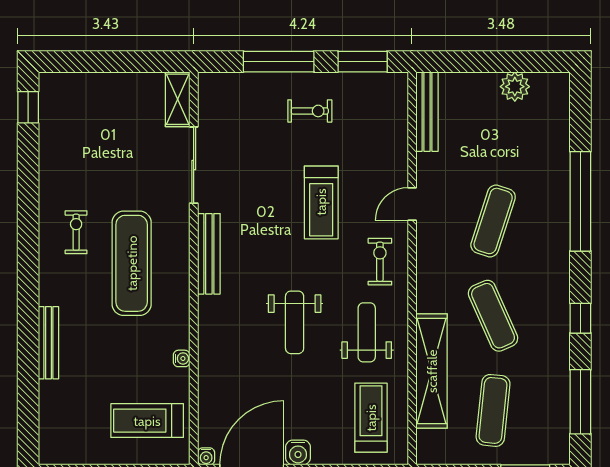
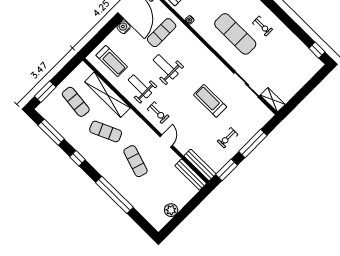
treadmill: (321, 202) -> (210, 101), moved
bench: (209, 254) -> (200, 165), moved
weight bench: (367, 332) -> (140, 86), turned 180
exercise mat: (246, 383) -> (162, 33), added

